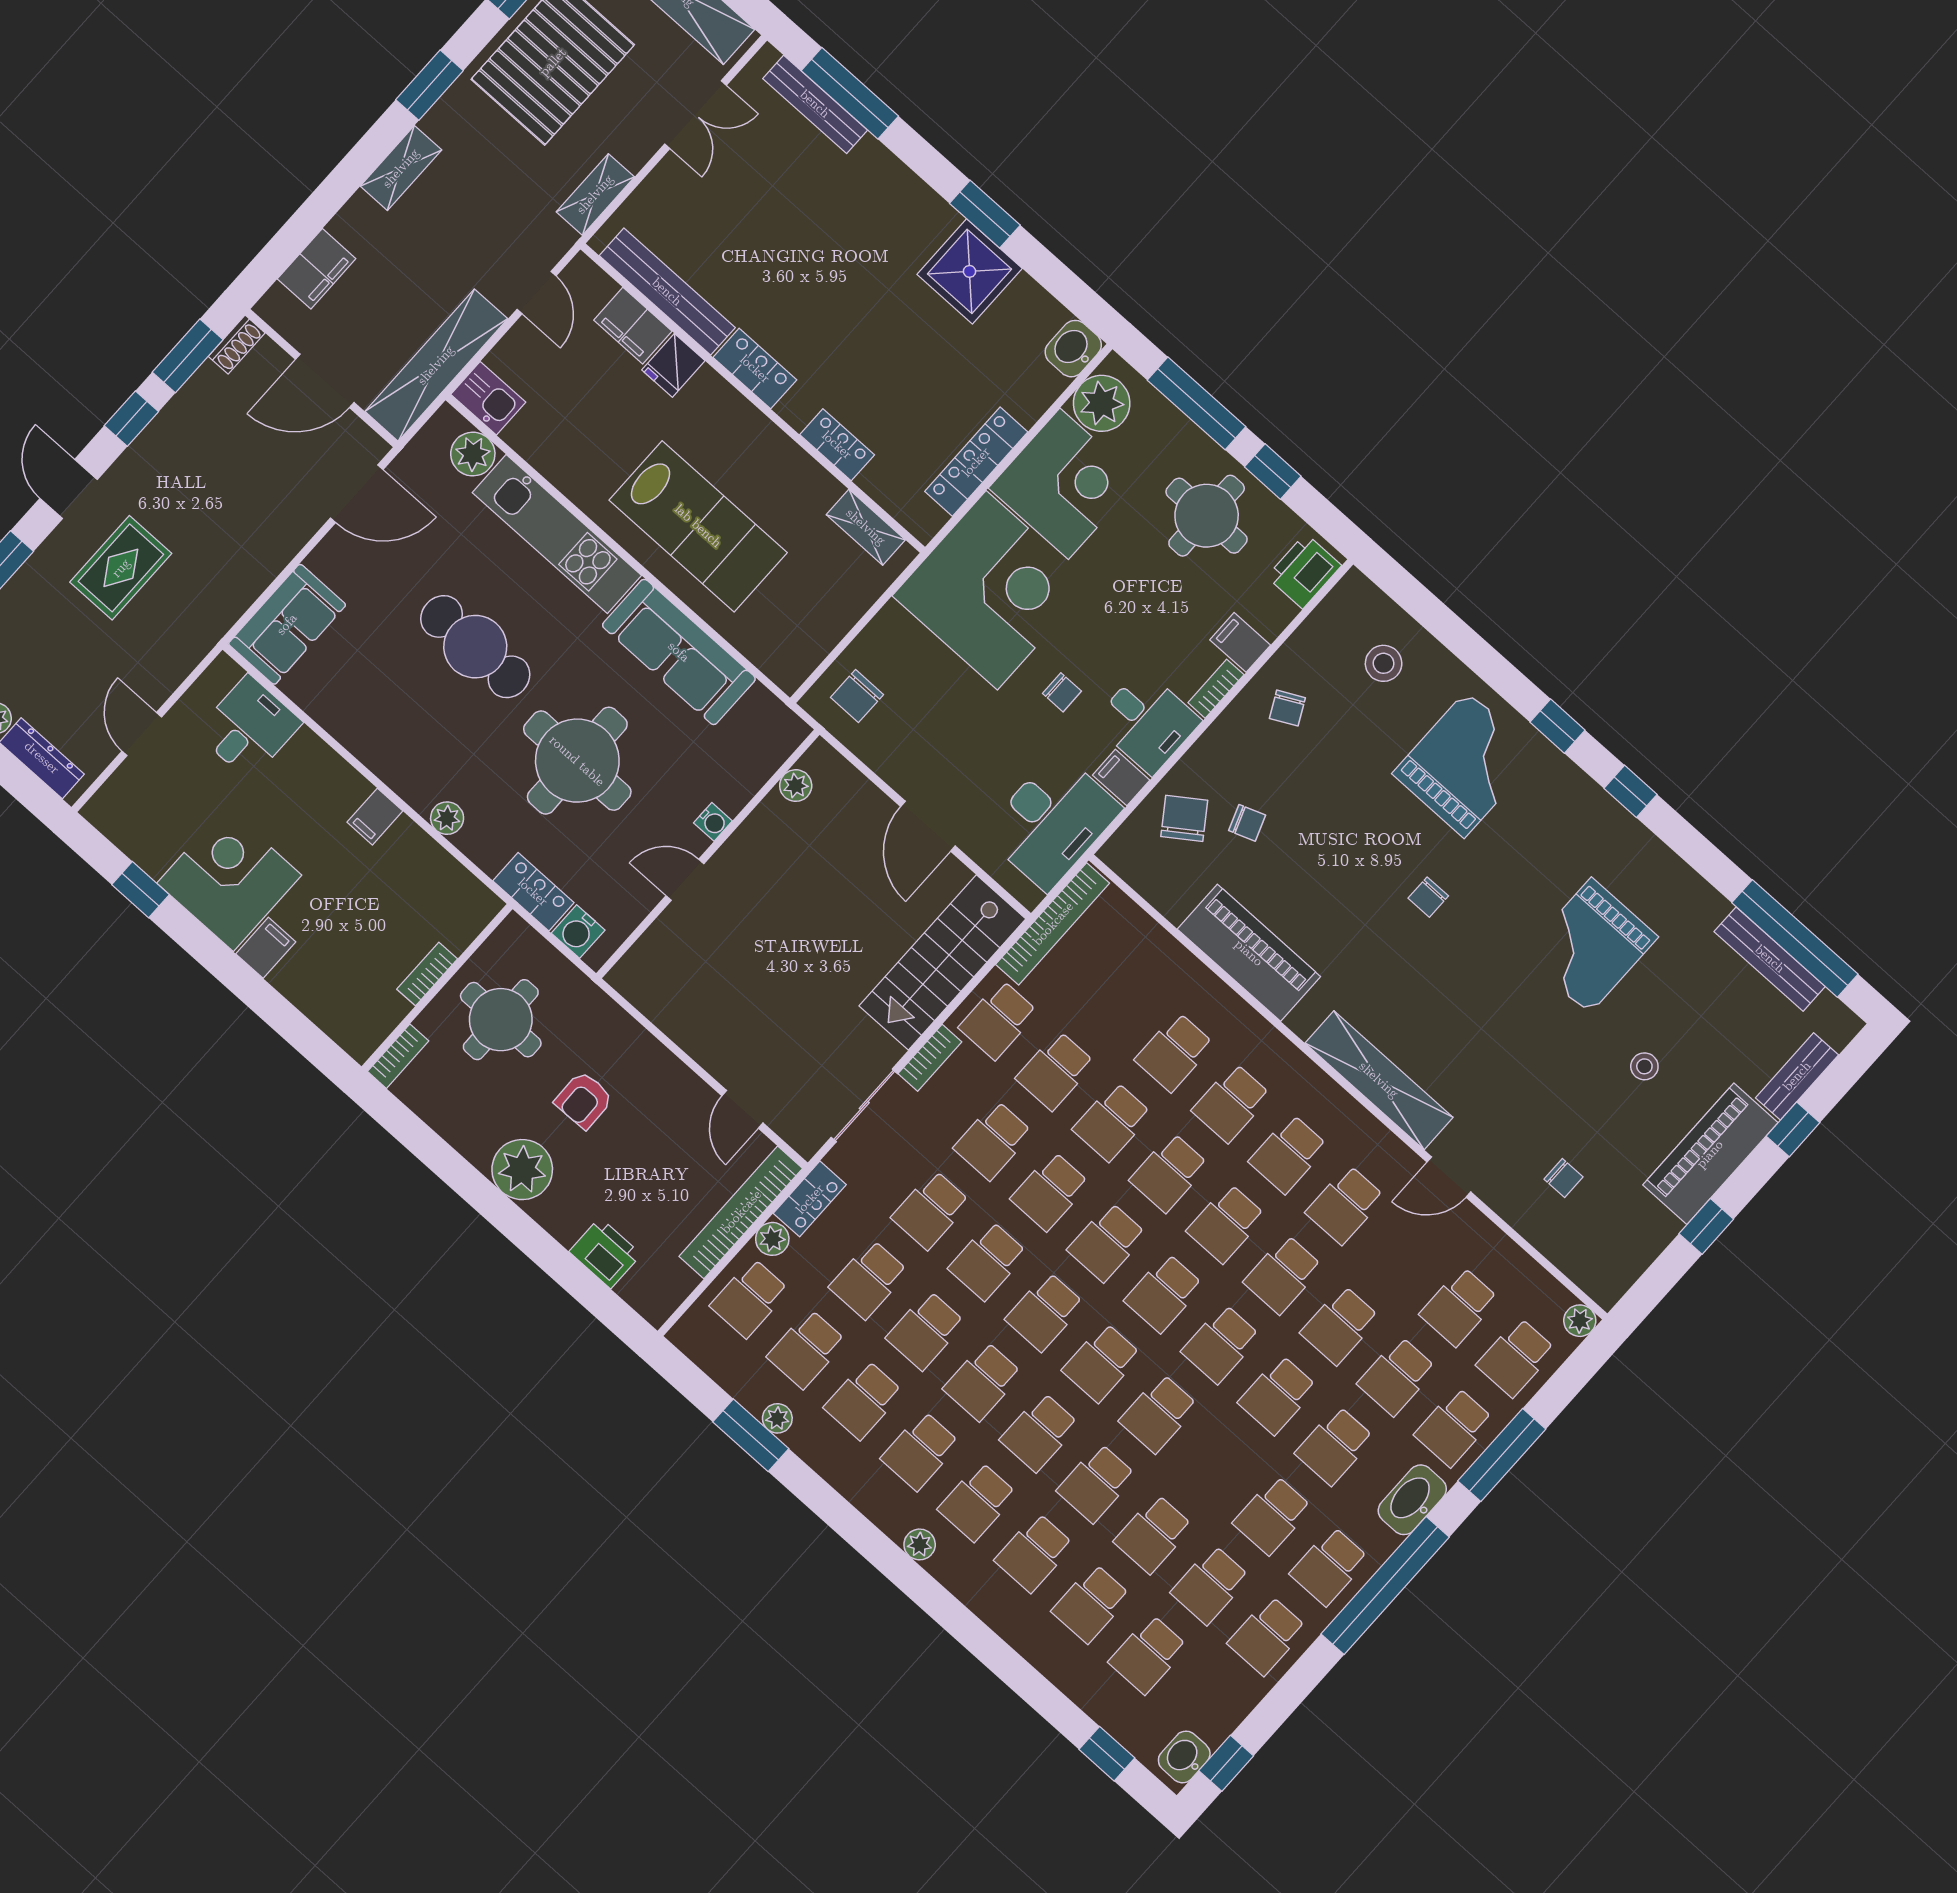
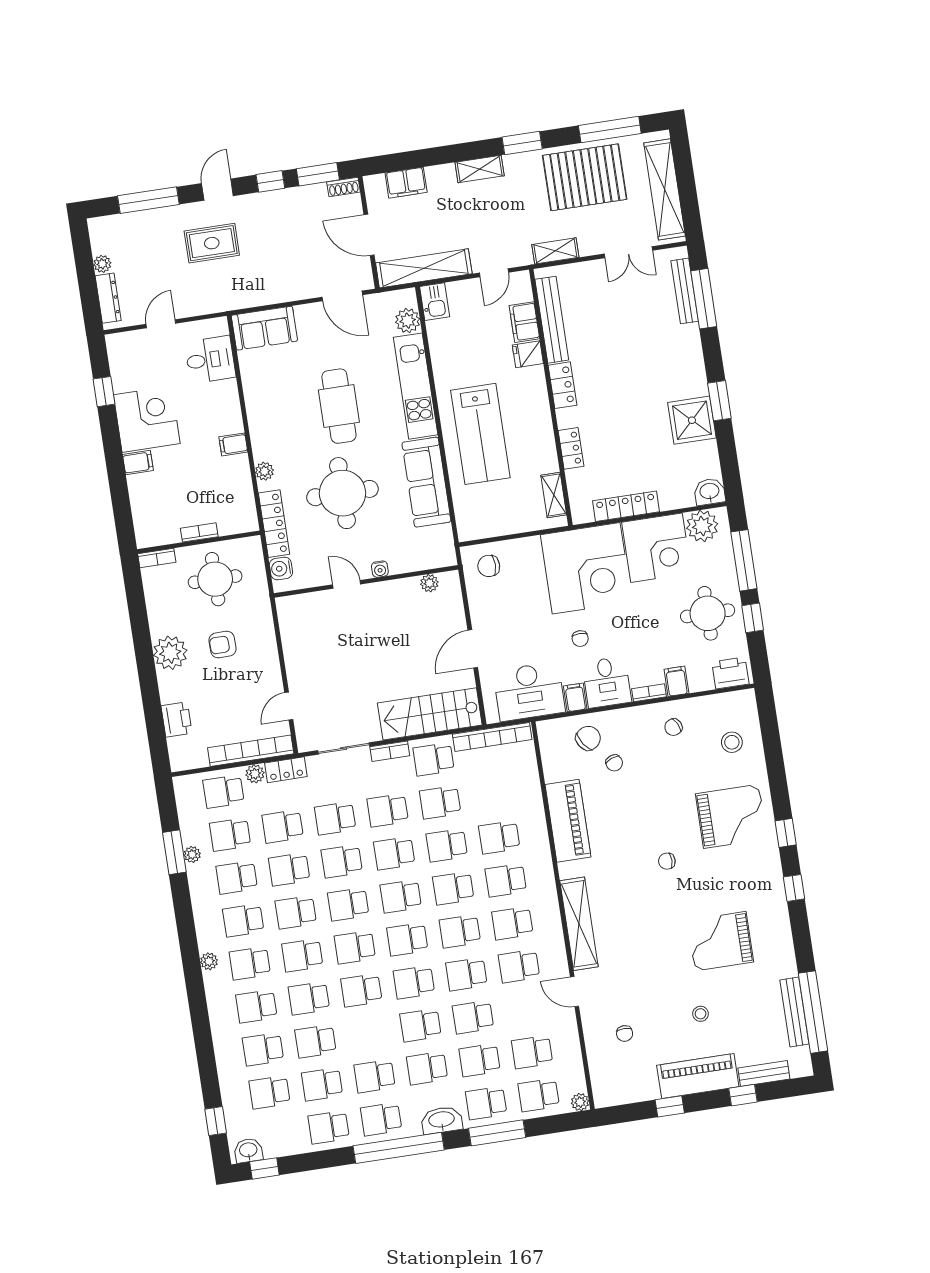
locker: (533, 892) -> (274, 524), width x1.53

